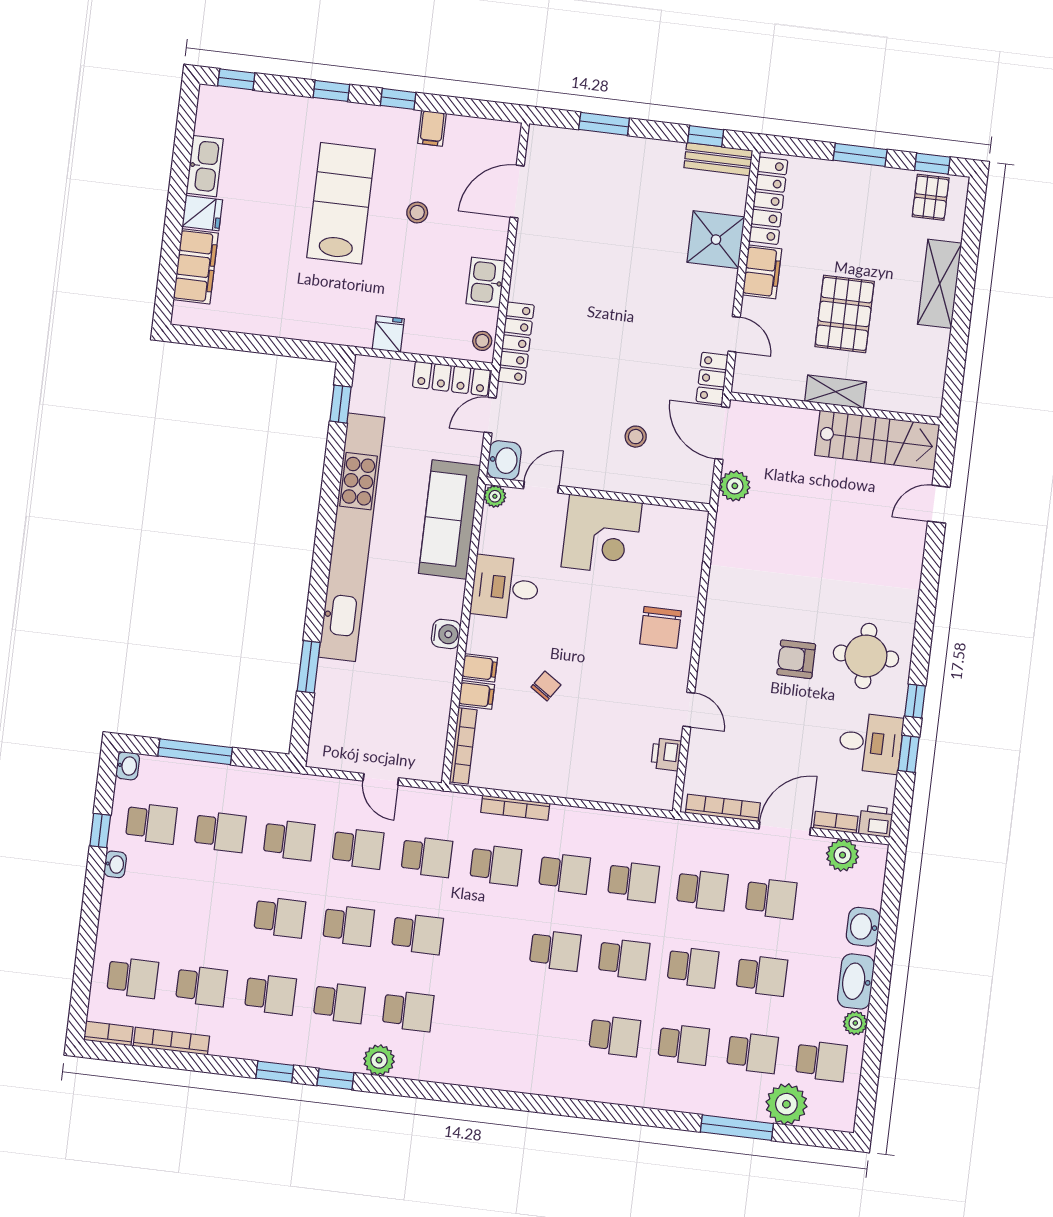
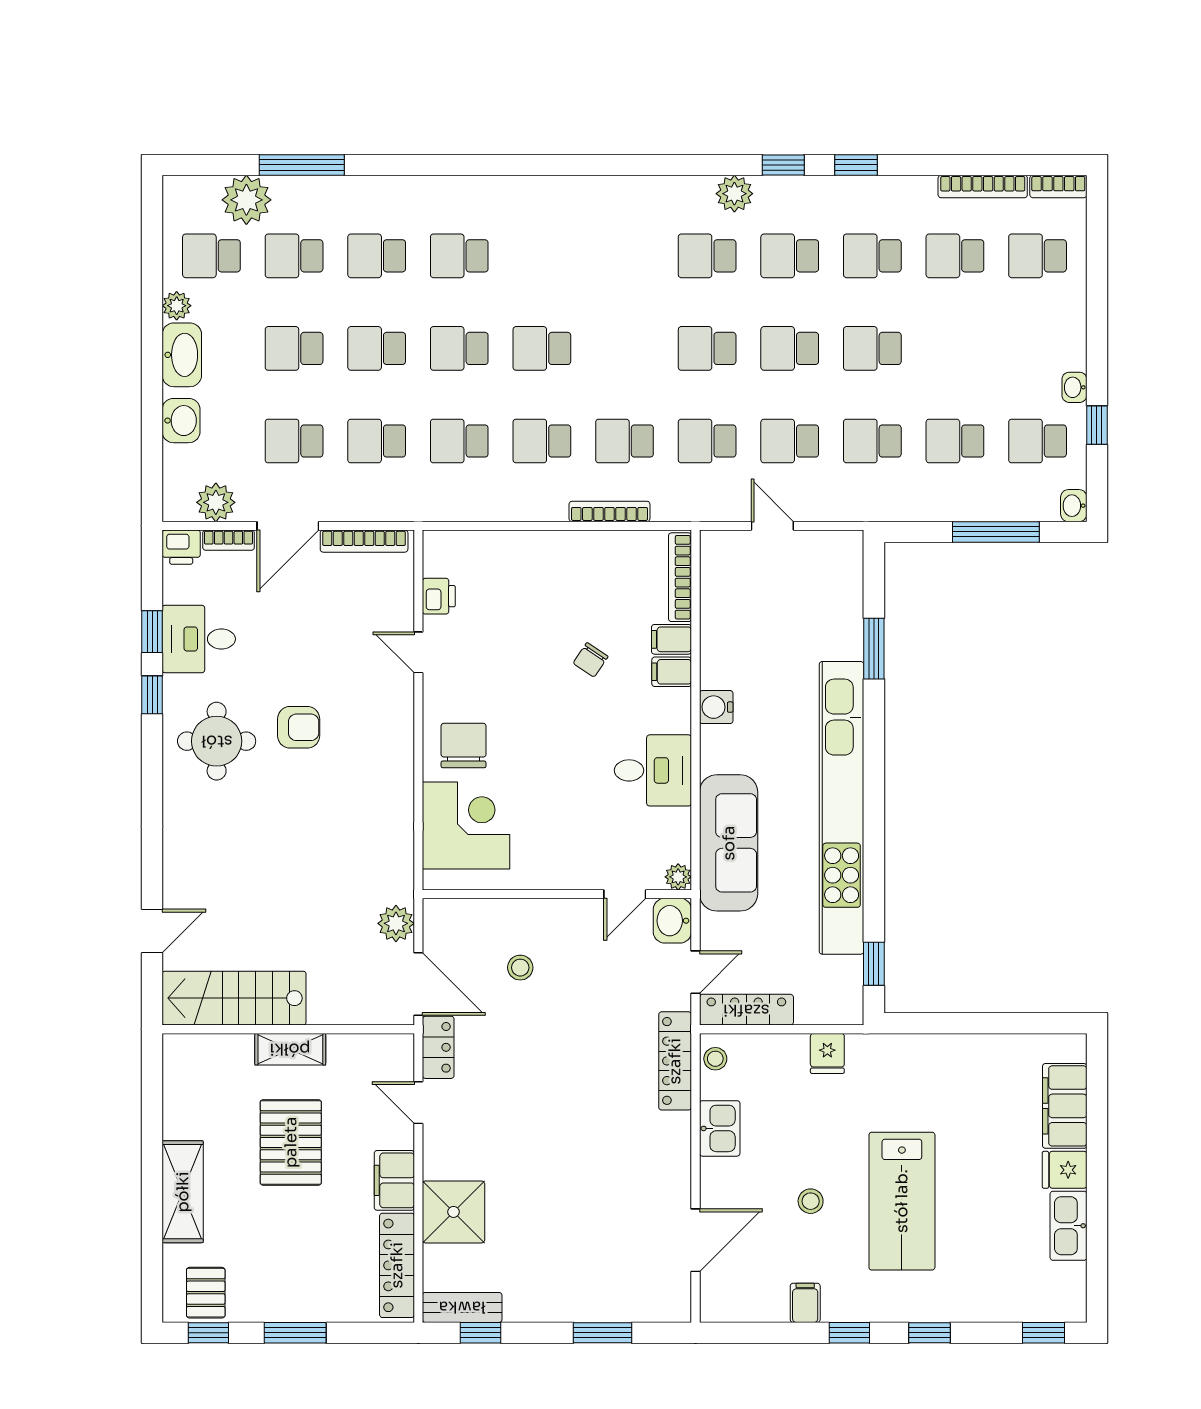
corner desk: (602, 535) -> (466, 826), moved, turned 90

